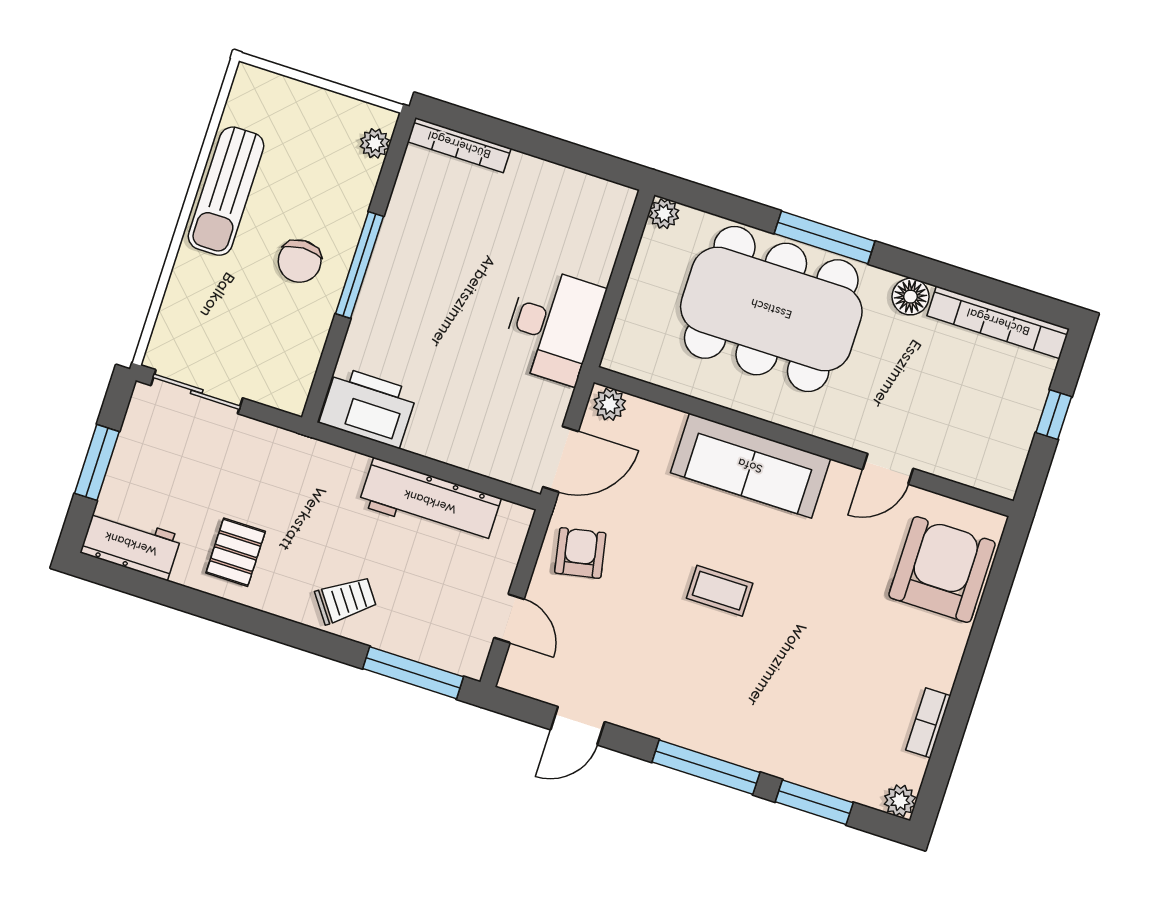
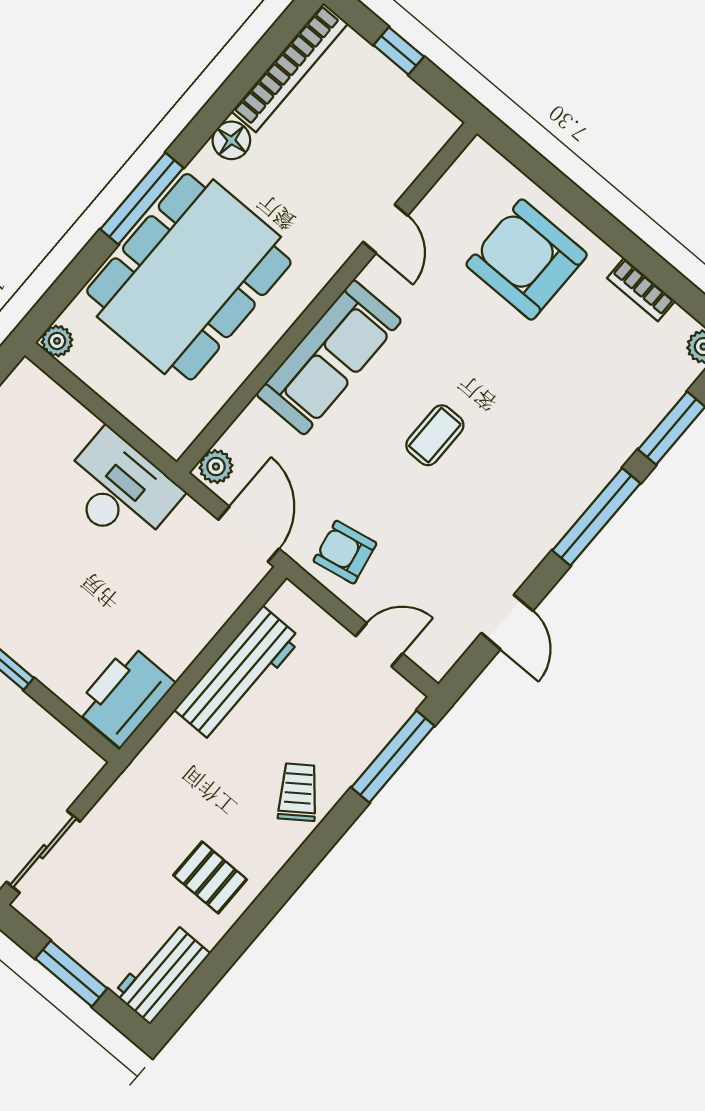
armchair: (942, 570) -> (527, 260), moved

